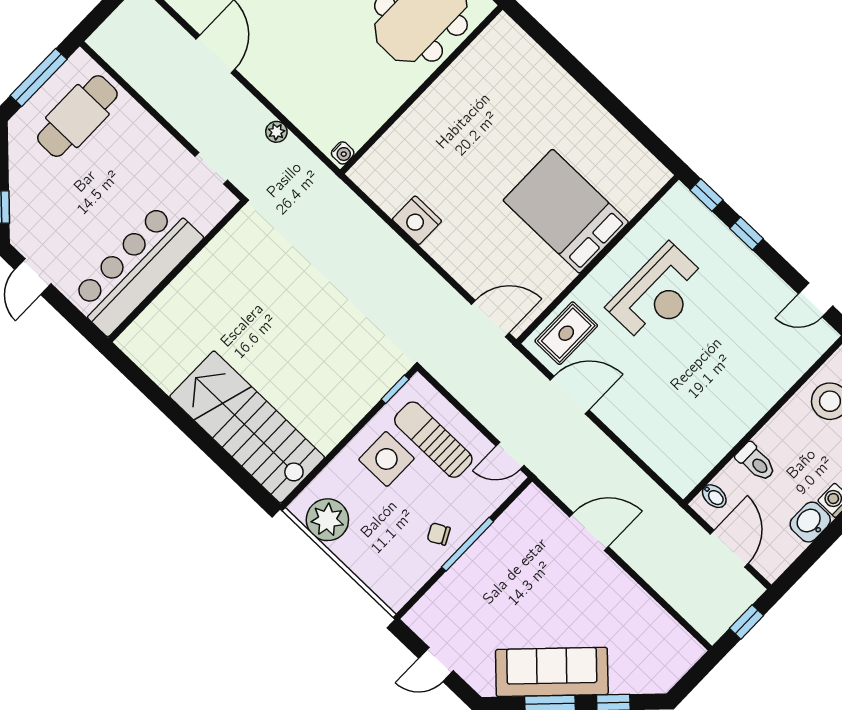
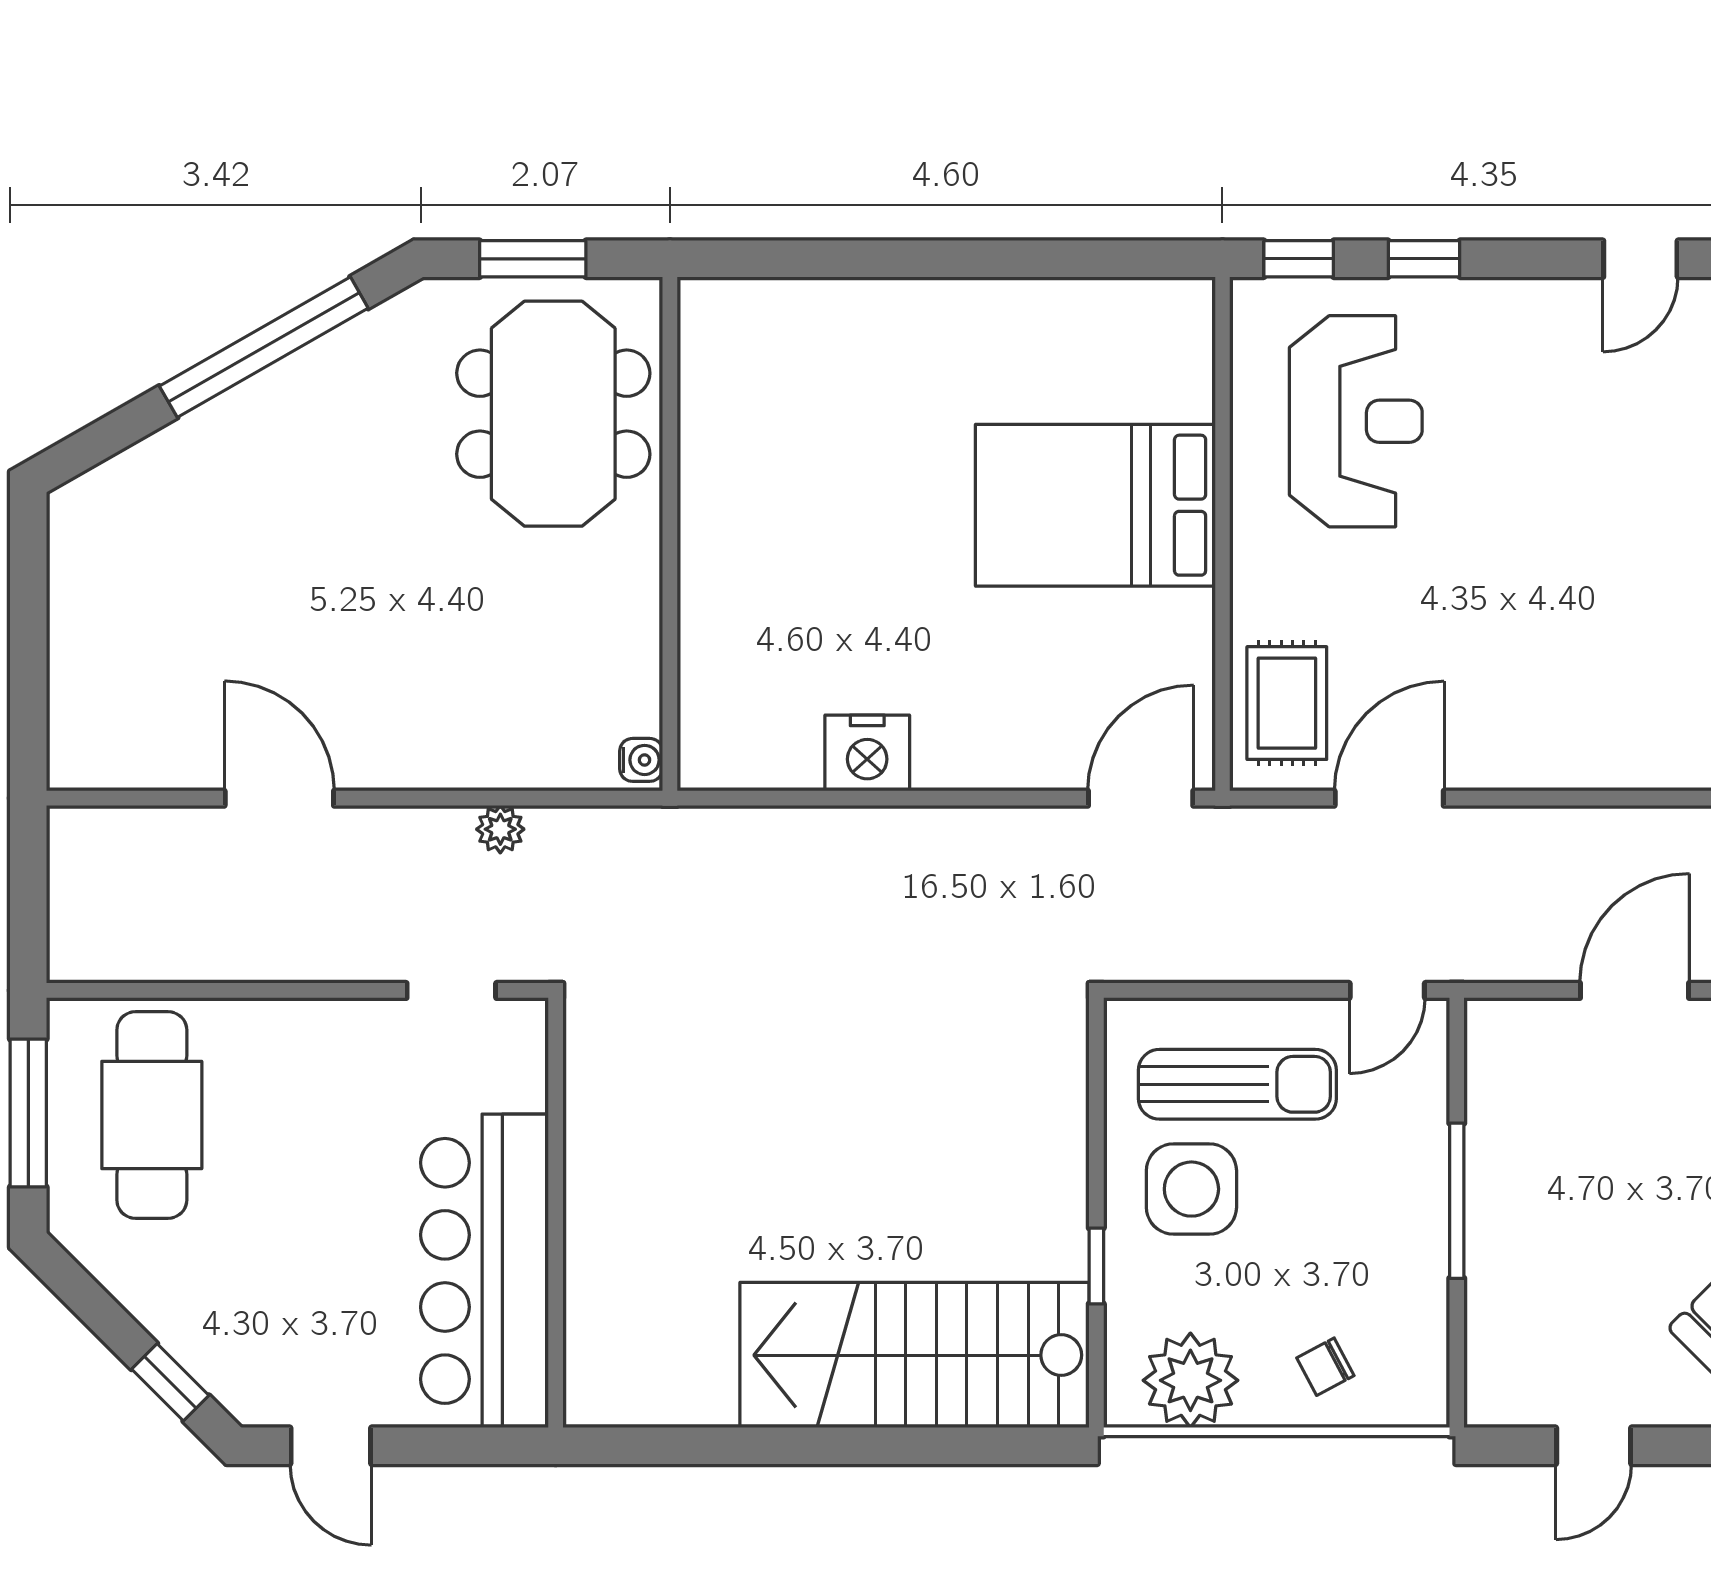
reception desk: (658, 294) -> (1356, 421), moved
window: (395, 389) -> (1096, 1266), moved
sun lounger: (433, 440) -> (1237, 1084), turned 180
chair: (439, 534) -> (1325, 1367), moved

